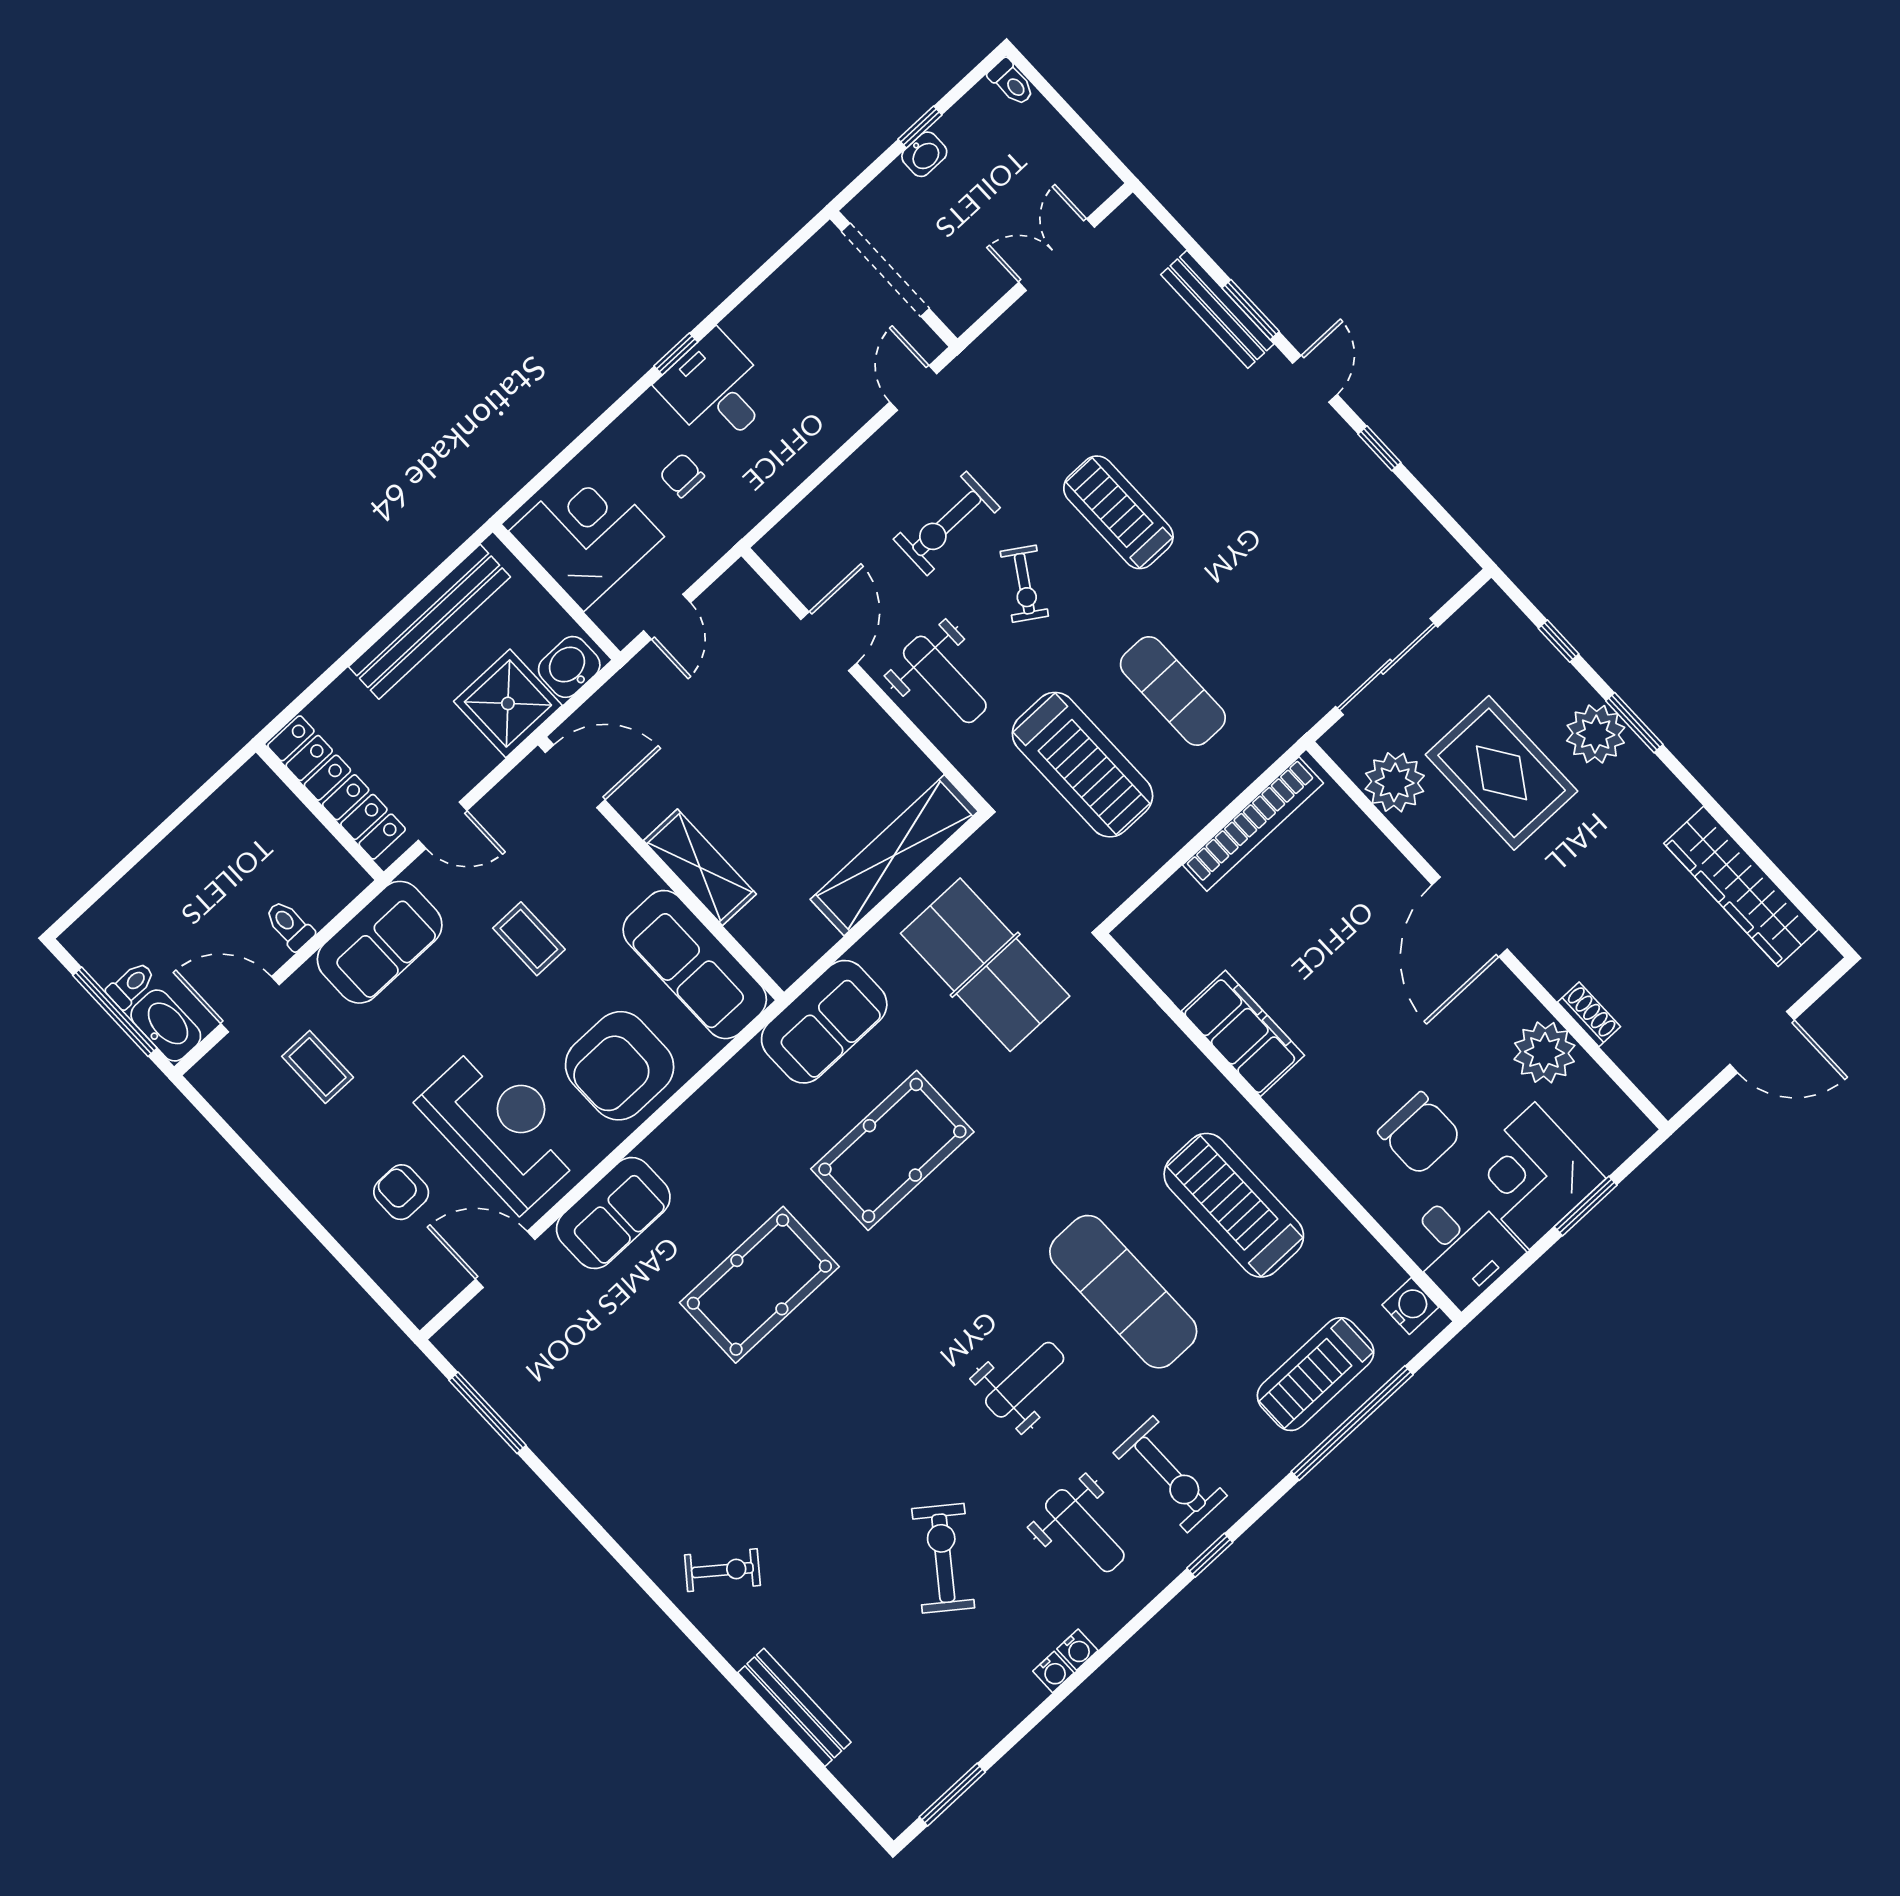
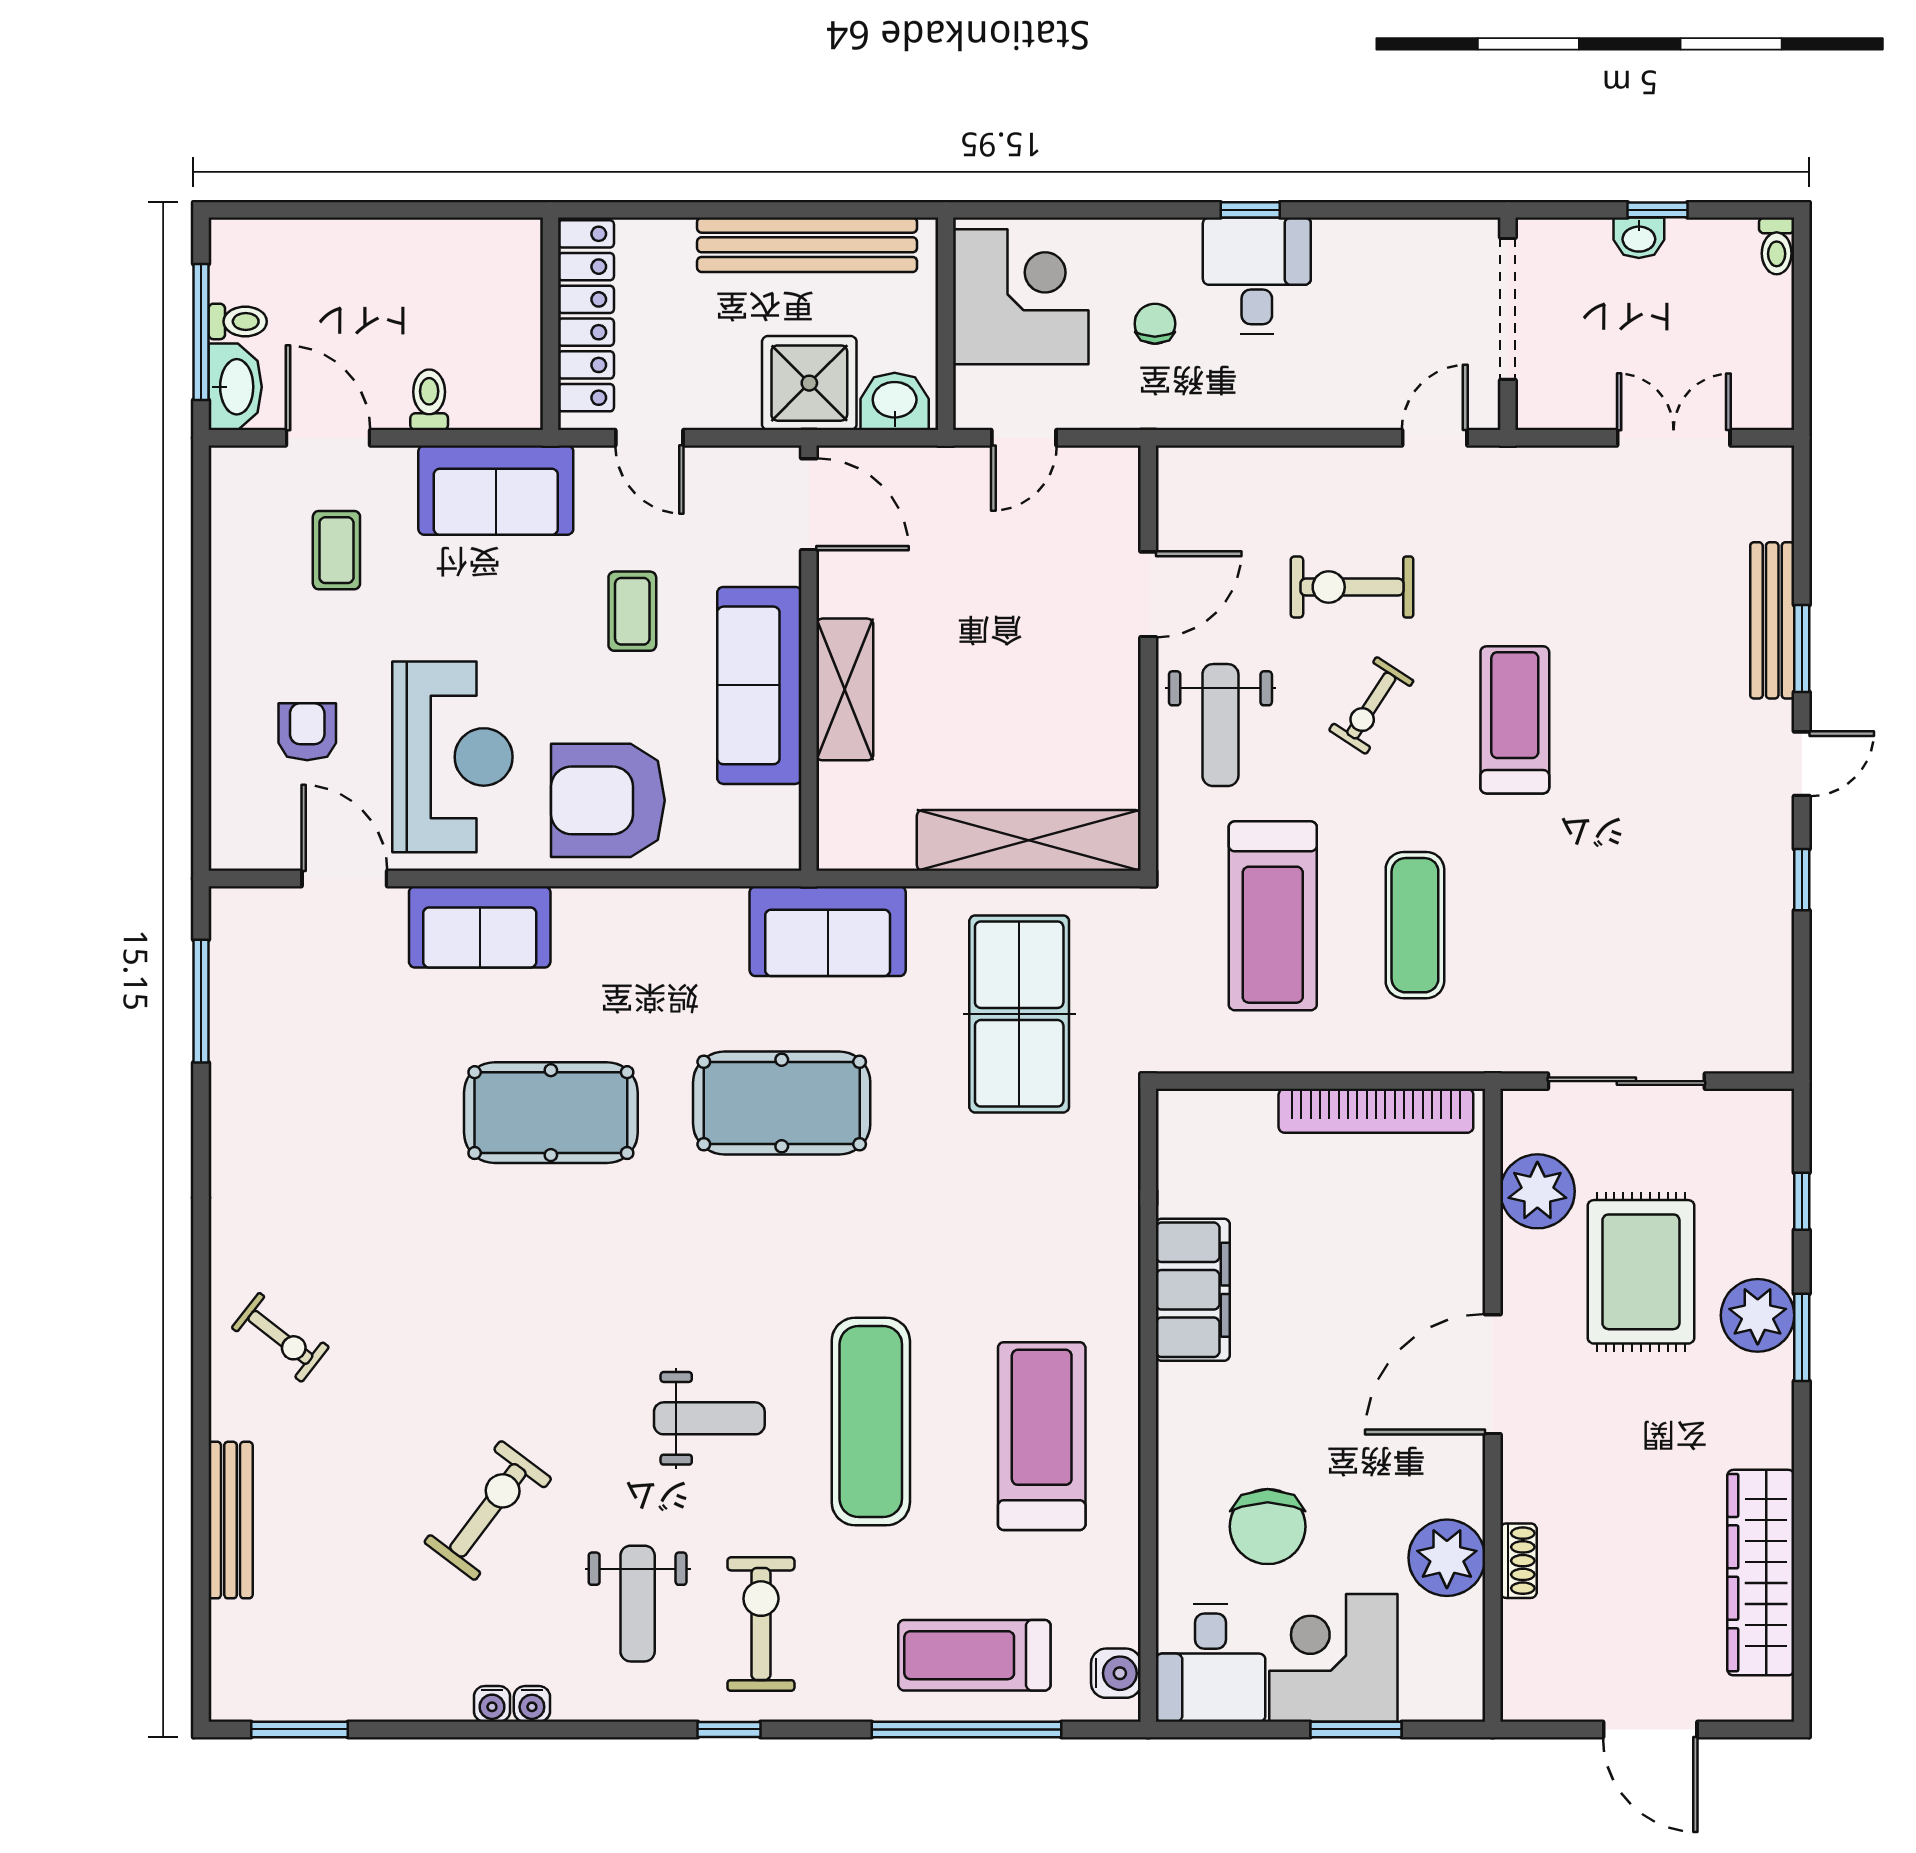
sofa: (695, 965) -> (759, 685), moved
exercise bike: (1170, 1474) -> (761, 1624), turned 180

